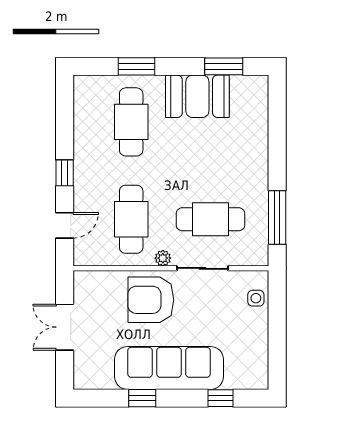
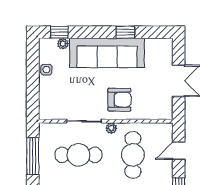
side table: (256, 298) -> (46, 70), moved
armchair: (151, 300) -> (119, 100), width x0.73, depth x0.73
plant: (233, 381) -> (63, 44), added
window: (221, 398) -> (59, 32), moved

